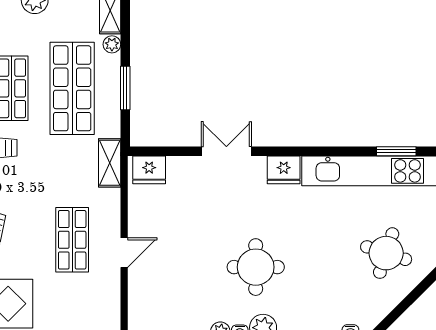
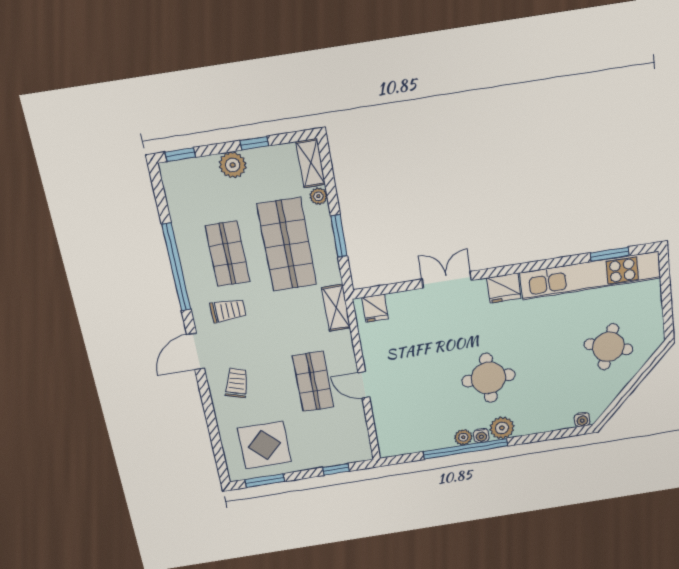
fridge: (149, 170) -> (375, 308), width x0.72
door: (124, 253) -> (364, 385), swing flipped

